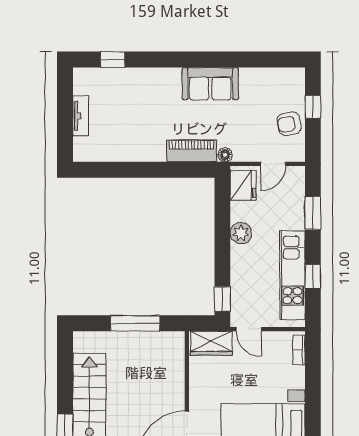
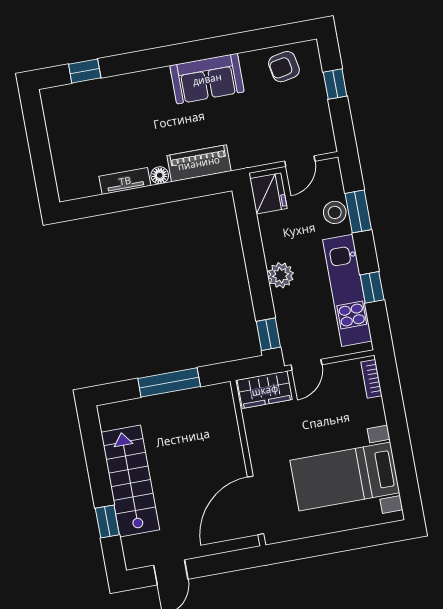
tv unit: (81, 116) -> (125, 181), moved, turned -90
armchair: (289, 124) -> (284, 67), moved
floor lamp: (225, 155) -> (160, 175), moved
stool: (294, 210) -> (335, 212), added
plant: (241, 233) -> (281, 275), moved
door: (249, 329) -> (306, 365), hinge flipped

